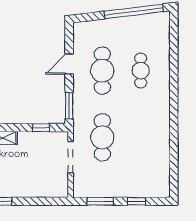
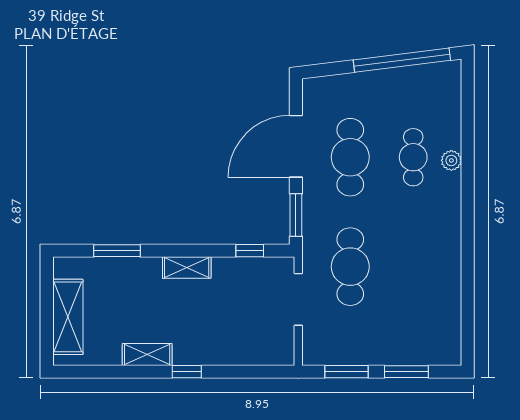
door: (69, 64) -> (296, 146), width x1.87
plant: (164, 73) -> (451, 160), added
window: (137, 201) -> (406, 372), width x1.50

